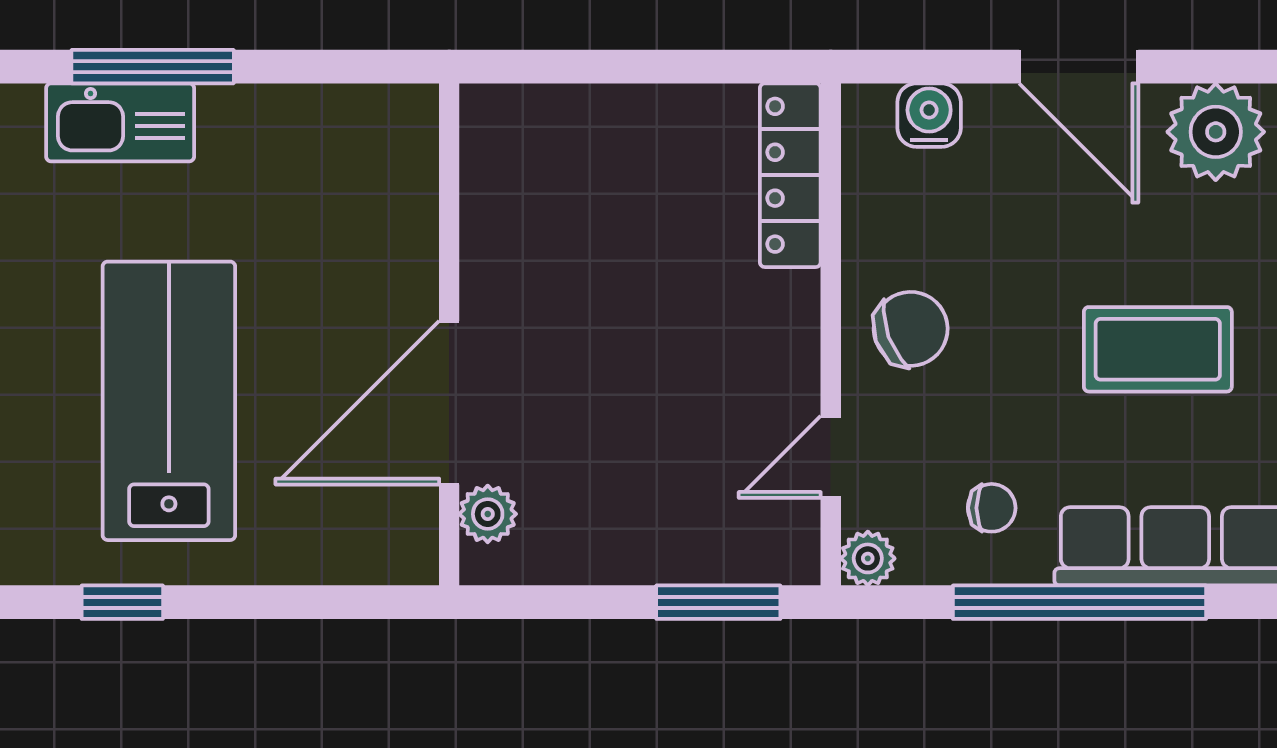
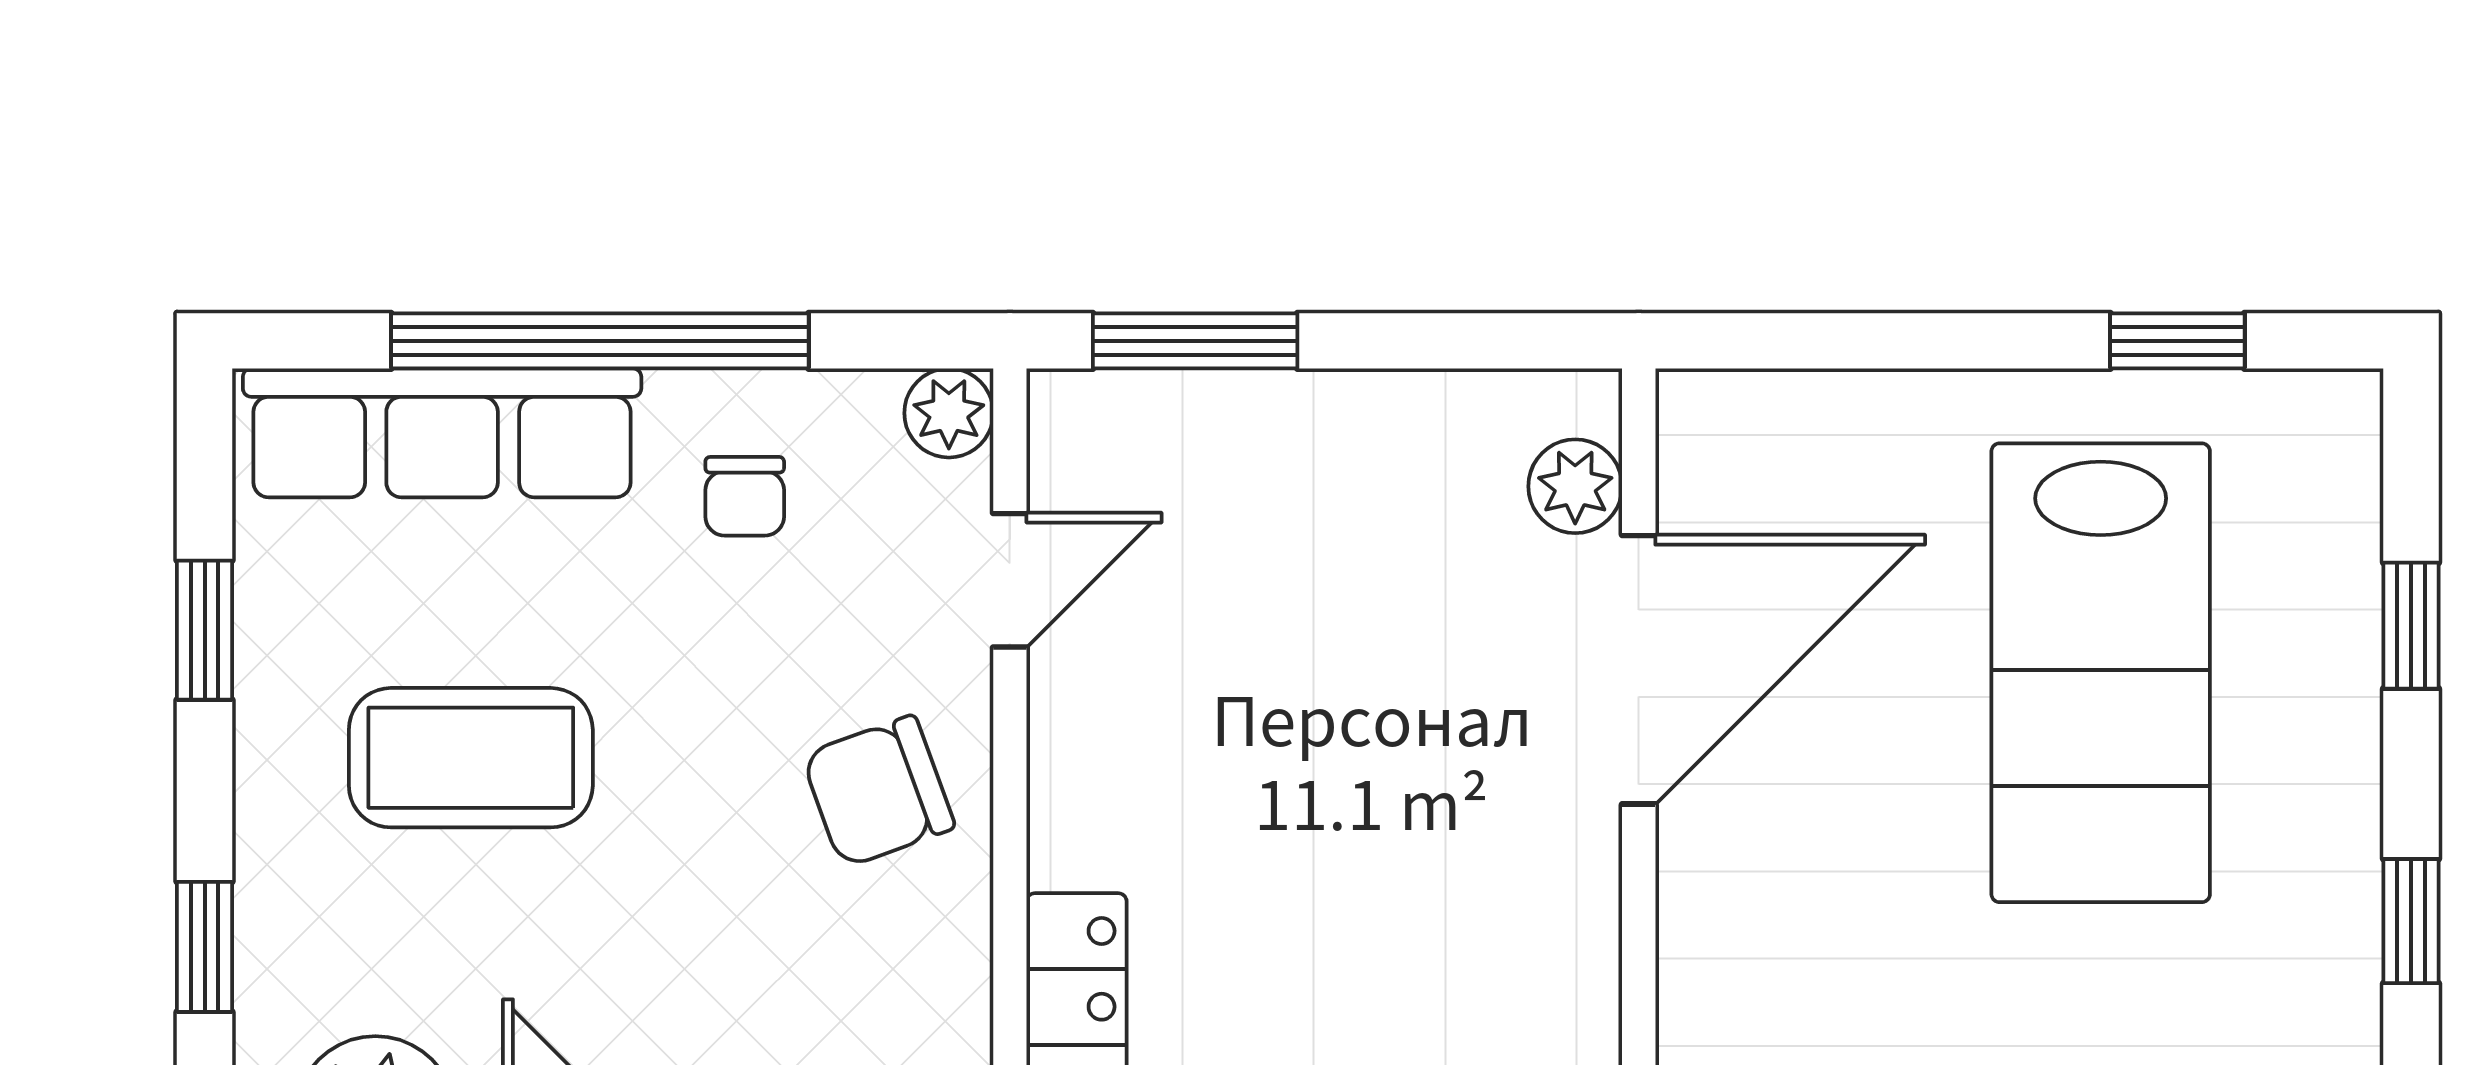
chair: (992, 508) -> (745, 496), turned -90

